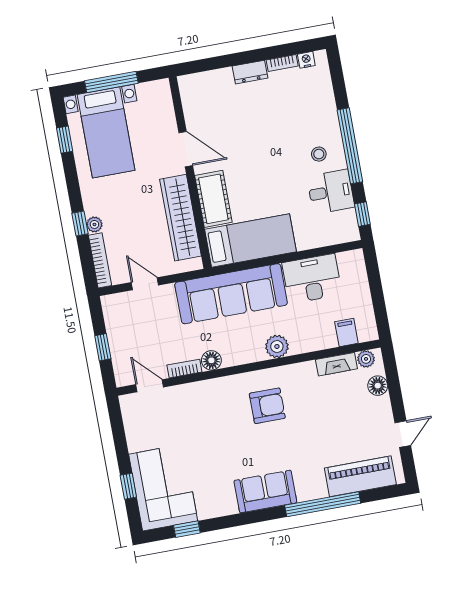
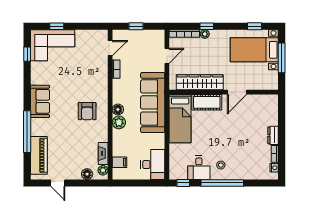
desk: (312, 279) -> (153, 164), moved
floor lamp: (211, 360) -> (118, 109), moved

